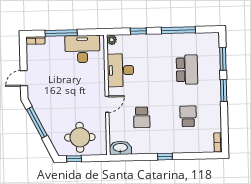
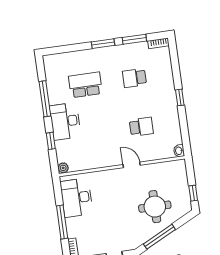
window: (223, 59) -> (134, 39), moved
desk: (120, 70) -> (65, 121), moved, turned 90
round table: (80, 137) -> (155, 207), moved
washbasin: (120, 148) -> (179, 151), width x0.52, depth x0.69

